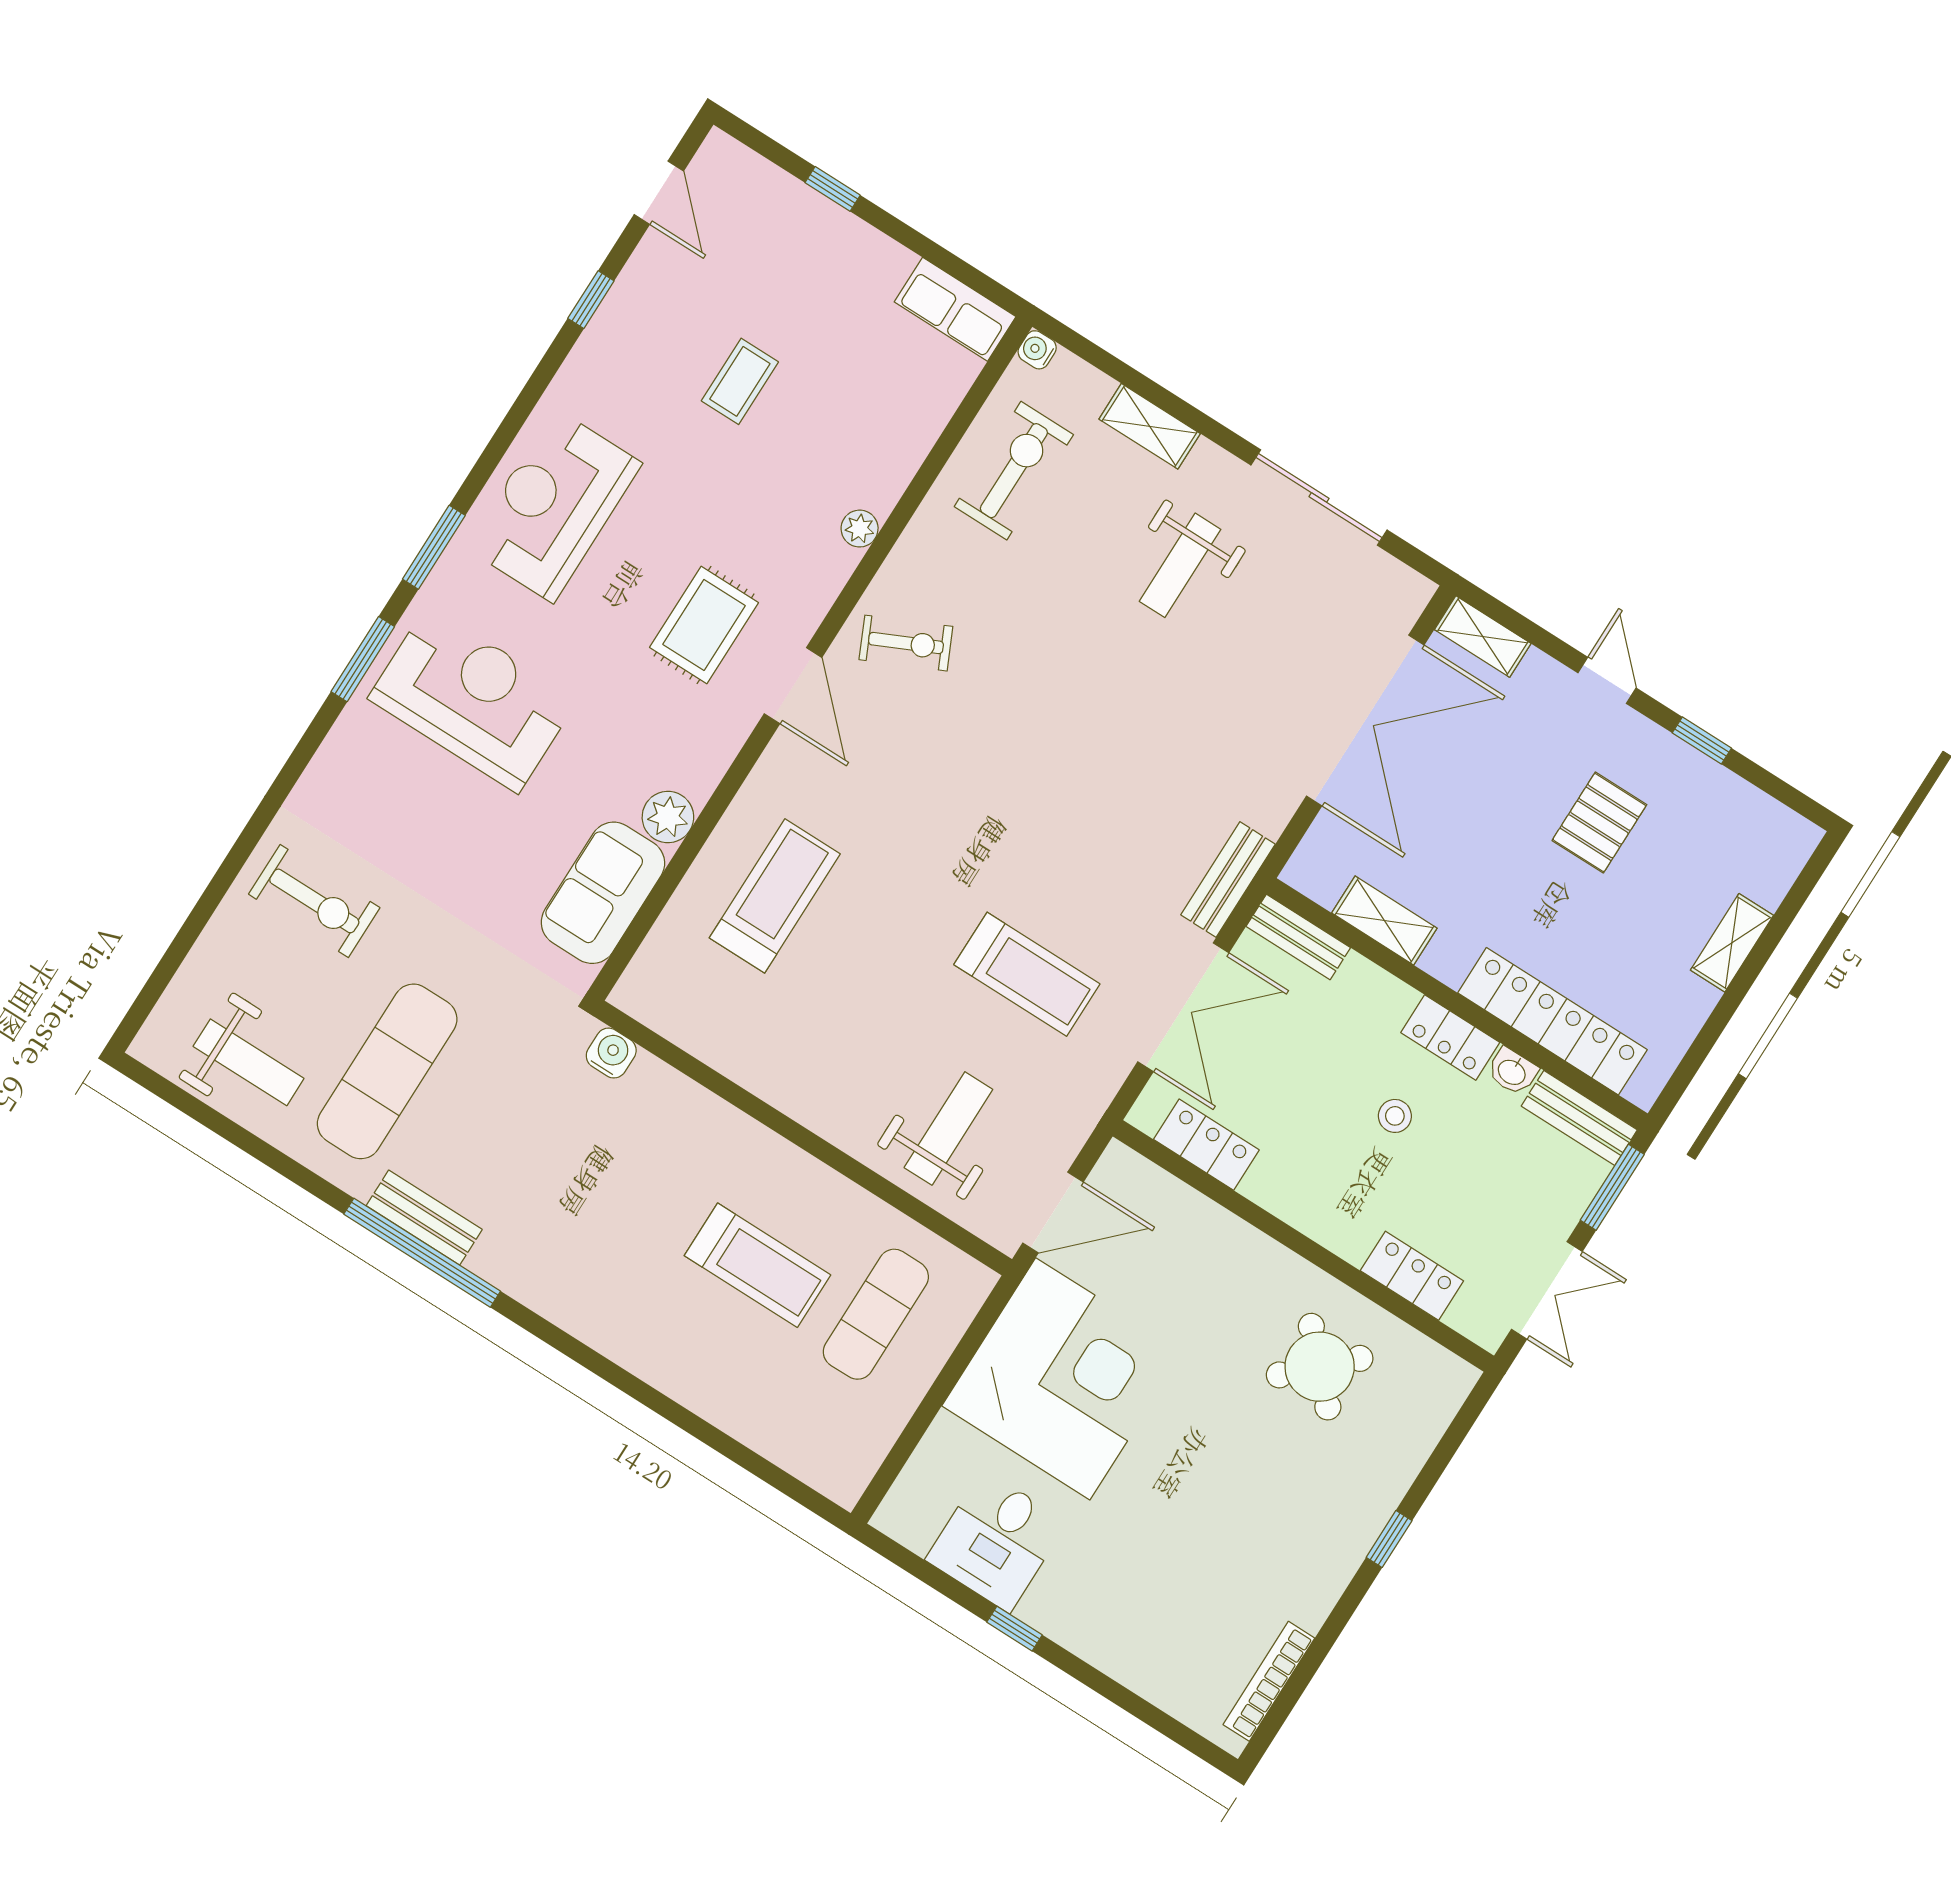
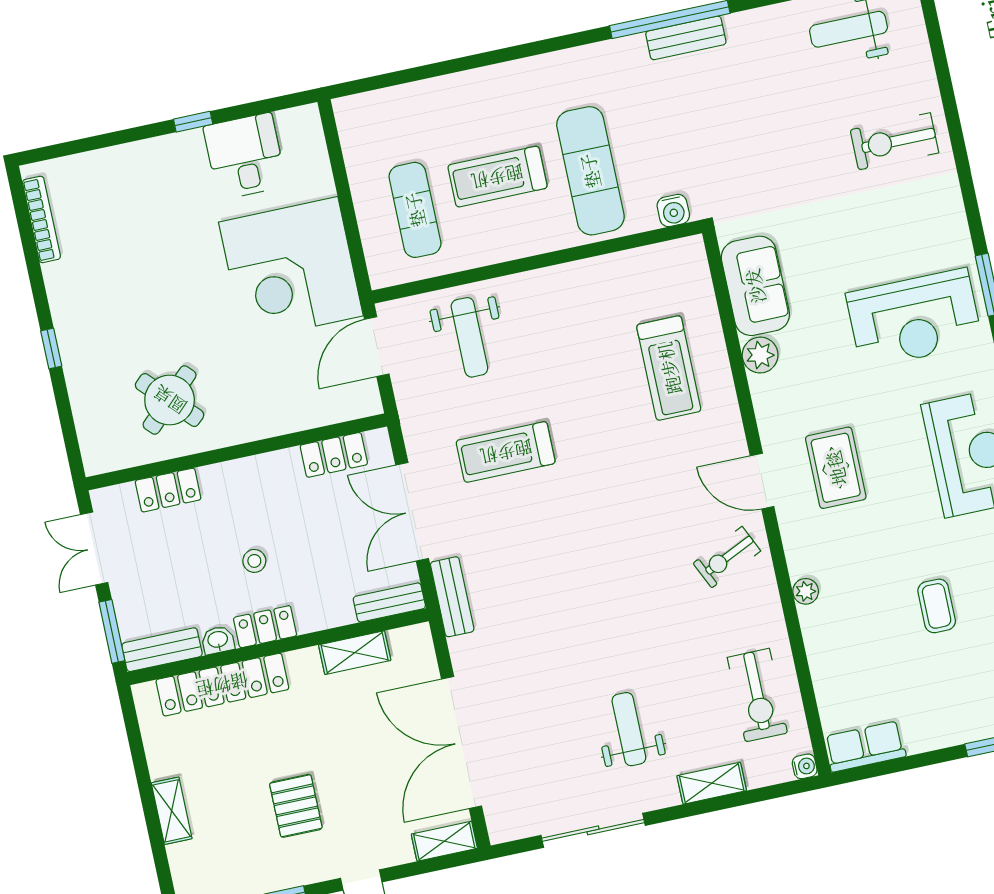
exercise mat: (387, 1071) -> (590, 171), moved

